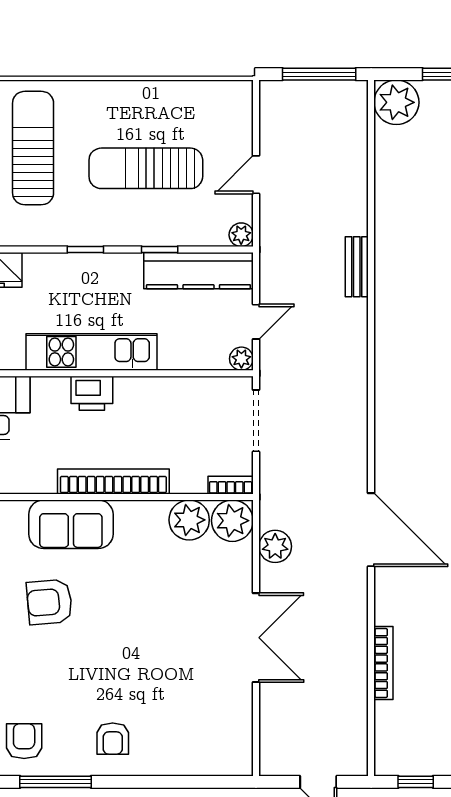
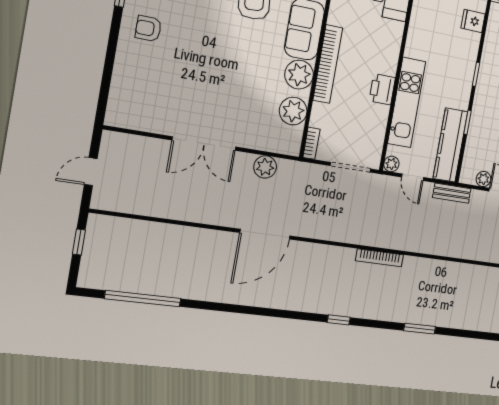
plant: (241, 235) -> (483, 179), moved
bench: (357, 267) -> (452, 193), moved
kitchen unit: (91, 352) -> (407, 102), moved
printer: (92, 393) -> (382, 89), moved
plant: (232, 521) -> (299, 75), moved
bookcase: (383, 663) -> (379, 258), moved

